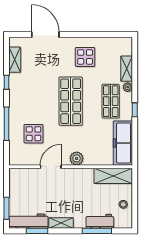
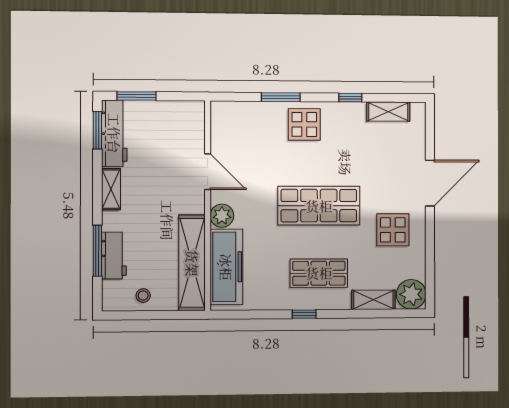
door: (45, 35) -> (430, 183), moved
plant: (128, 87) -> (411, 294), moved, width x1.87, depth x1.87
window: (7, 124) -> (281, 97), width x0.69
display table: (34, 134) -> (304, 124), moved
freezer: (123, 143) -> (226, 267), moved, turned 90
shelving: (113, 176) -> (192, 263), width x1.47
window: (37, 231) -> (97, 130), moved

